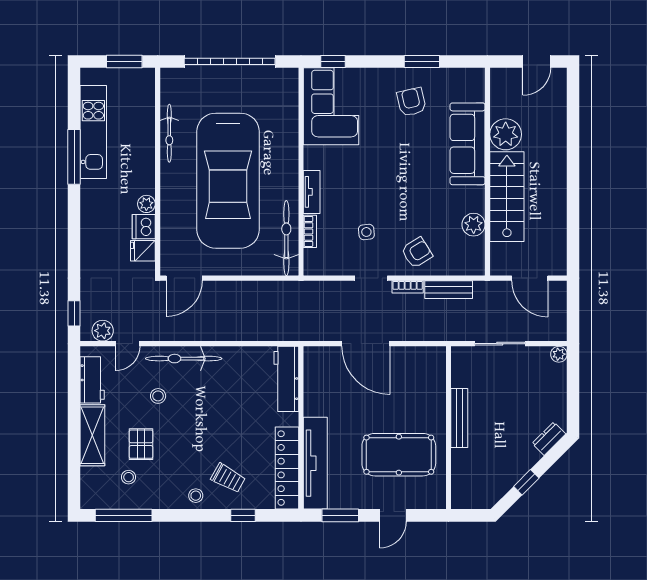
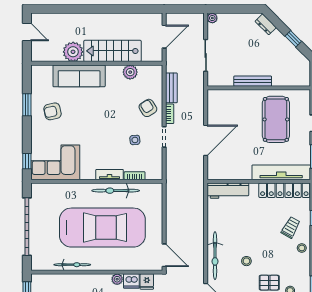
bicycle: (286, 238) -> (116, 191), moved
stool: (158, 396) -> (246, 261), moved

